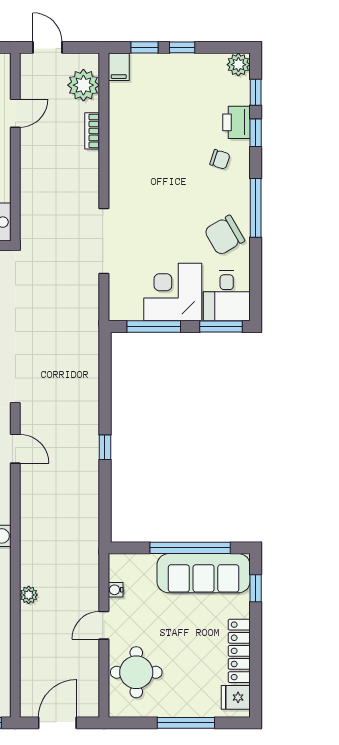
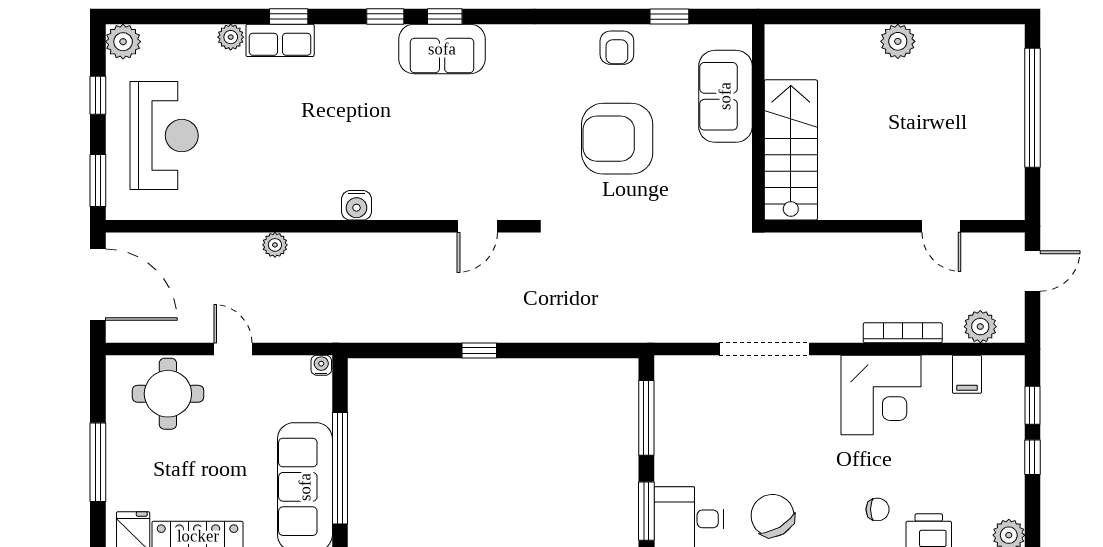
filing cabinet: (119, 67) -> (967, 374), moved, turned -90
plant: (83, 85) -> (980, 327), width x0.73, depth x0.73
bookcase: (92, 131) -> (903, 333), width x1.56
chair: (220, 159) -> (878, 509), turned -108
corner desk: (173, 292) -> (881, 395), moved, turned 90
water cooler: (116, 590) -> (321, 365), moved
door: (57, 723) -> (98, 285), width x1.36

